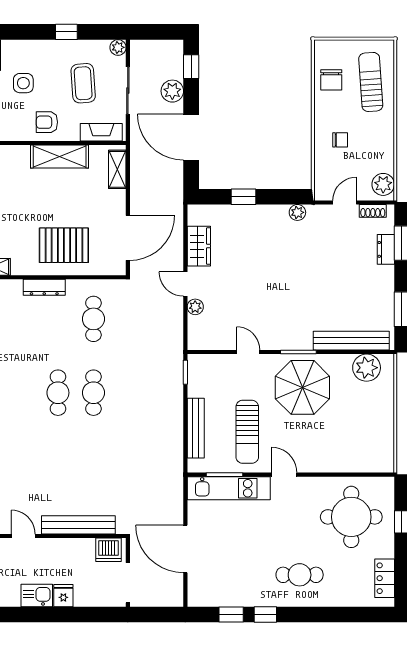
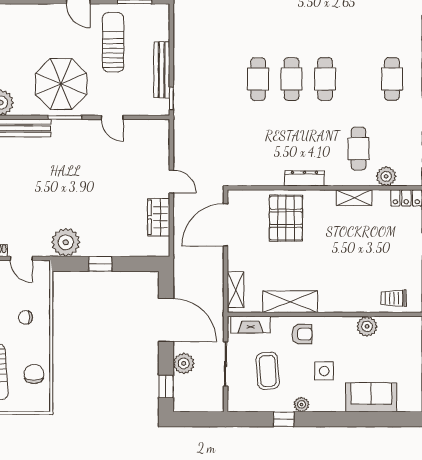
plant: (118, 47) -> (301, 405), moved
window: (243, 197) -> (100, 264), moved
door: (345, 202) -> (21, 258), hinge flipped
plant: (297, 212) -> (66, 242), width x1.88, depth x1.88
pallet: (64, 245) -> (286, 218), turned 90
plant: (195, 307) -> (162, 160), removed
cafe table: (93, 319) -> (325, 79), moved
bench: (196, 428) -> (162, 70), moved

